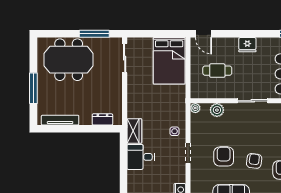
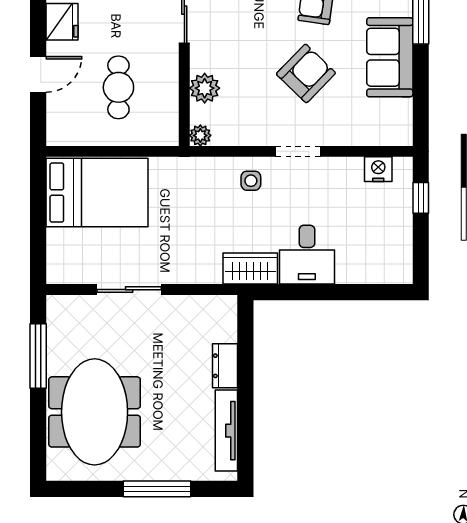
door: (203, 34) -> (38, 74), moved
sliding door: (125, 58) -> (129, 290), moved
dresser: (102, 119) -> (225, 366), moved
armchair: (224, 156) -> (306, 73), turned 134

